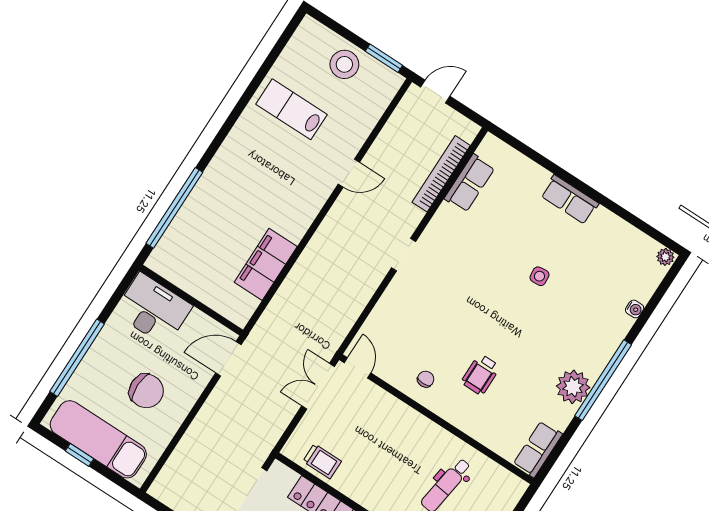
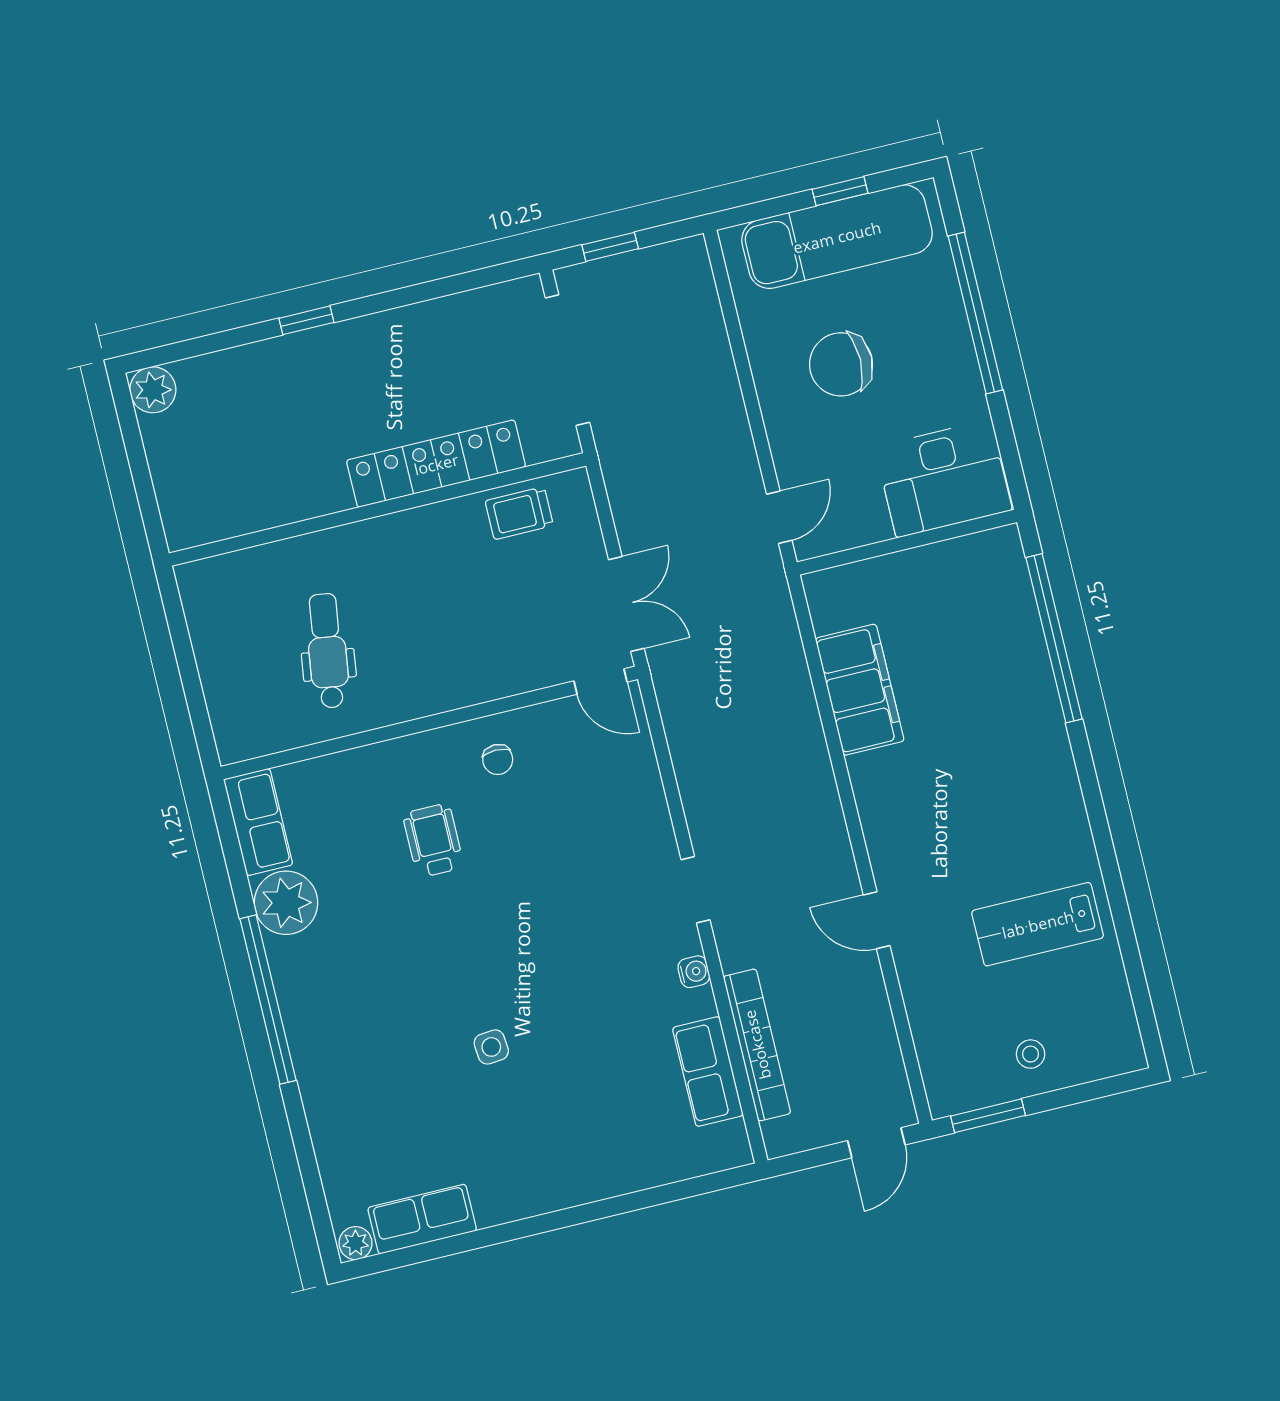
stool: (344, 64) -> (1031, 1054), width x0.53, depth x0.53
lab bench: (291, 109) -> (1038, 924), turned 180
door: (349, 173) -> (877, 920), hinge flipped
row of seats: (570, 200) -> (422, 1219), moved
water cooler: (635, 309) -> (694, 972), moved, turned 180
door: (228, 359) -> (779, 517), width x0.73
plant: (573, 387) -> (286, 903), moved

